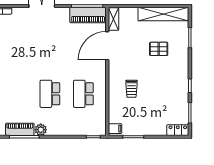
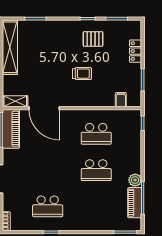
school desk: (16, 49) -> (48, 206), added
pallet: (159, 49) -> (93, 39), moved, turned 90
trolley: (132, 89) -> (82, 74), moved
filing cabinet: (115, 129) -> (121, 100), moved
locker: (178, 130) -> (135, 51), moved

